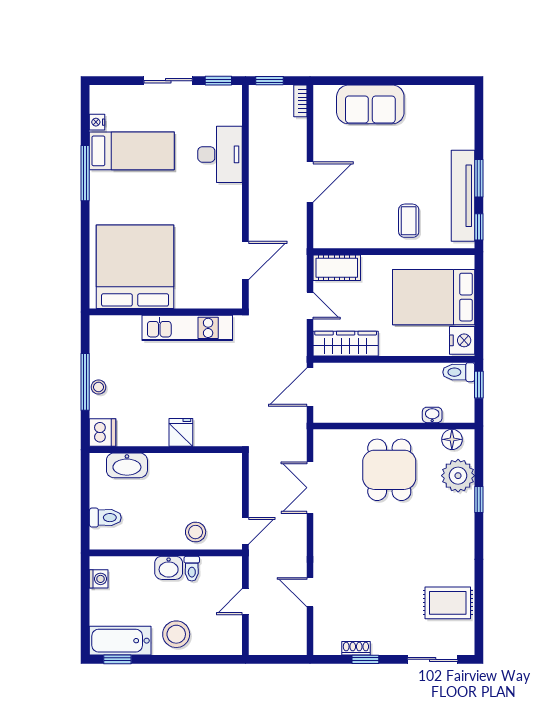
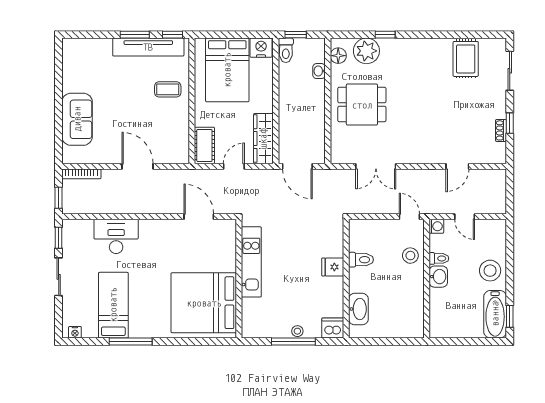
bookcase: (300, 101) -> (81, 174), width x1.56
nightstand: (97, 122) -> (75, 332), moved
toilet: (105, 518) -> (361, 260), moved, turned 90
washing machine: (99, 579) -> (436, 226), moved, turned 90

